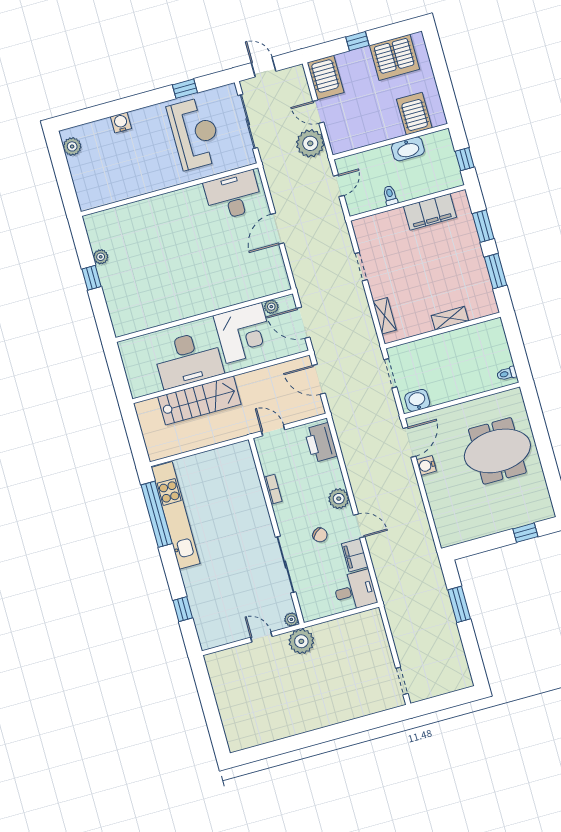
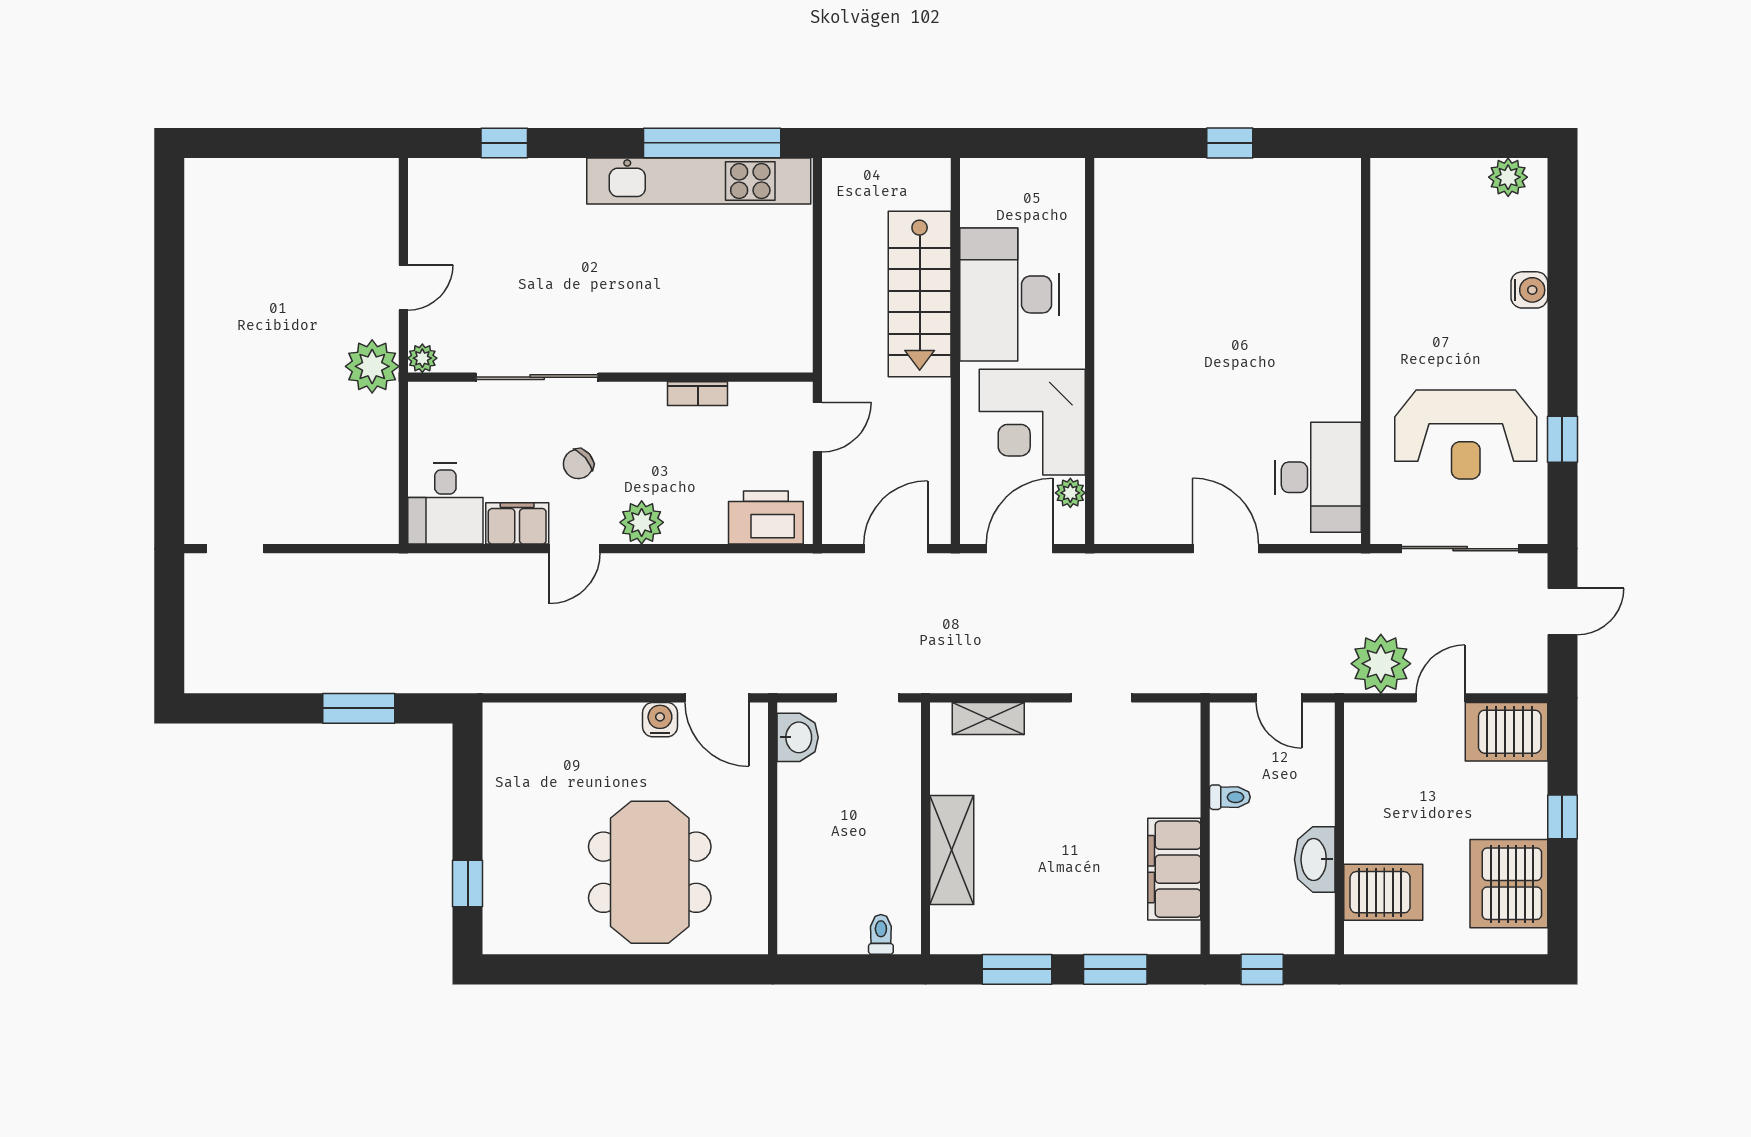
plant: (101, 257) -> (1267, 173), removed
shelving: (450, 318) -> (952, 850), width x1.50, depth x1.33
toilet: (507, 374) -> (881, 934), moved

